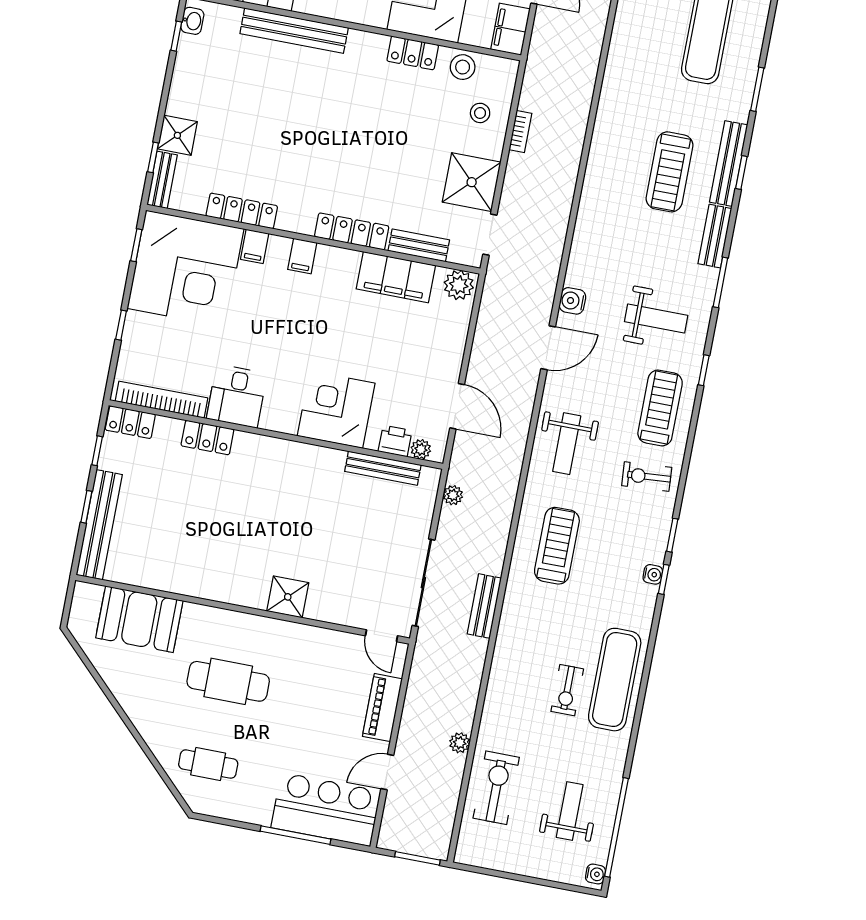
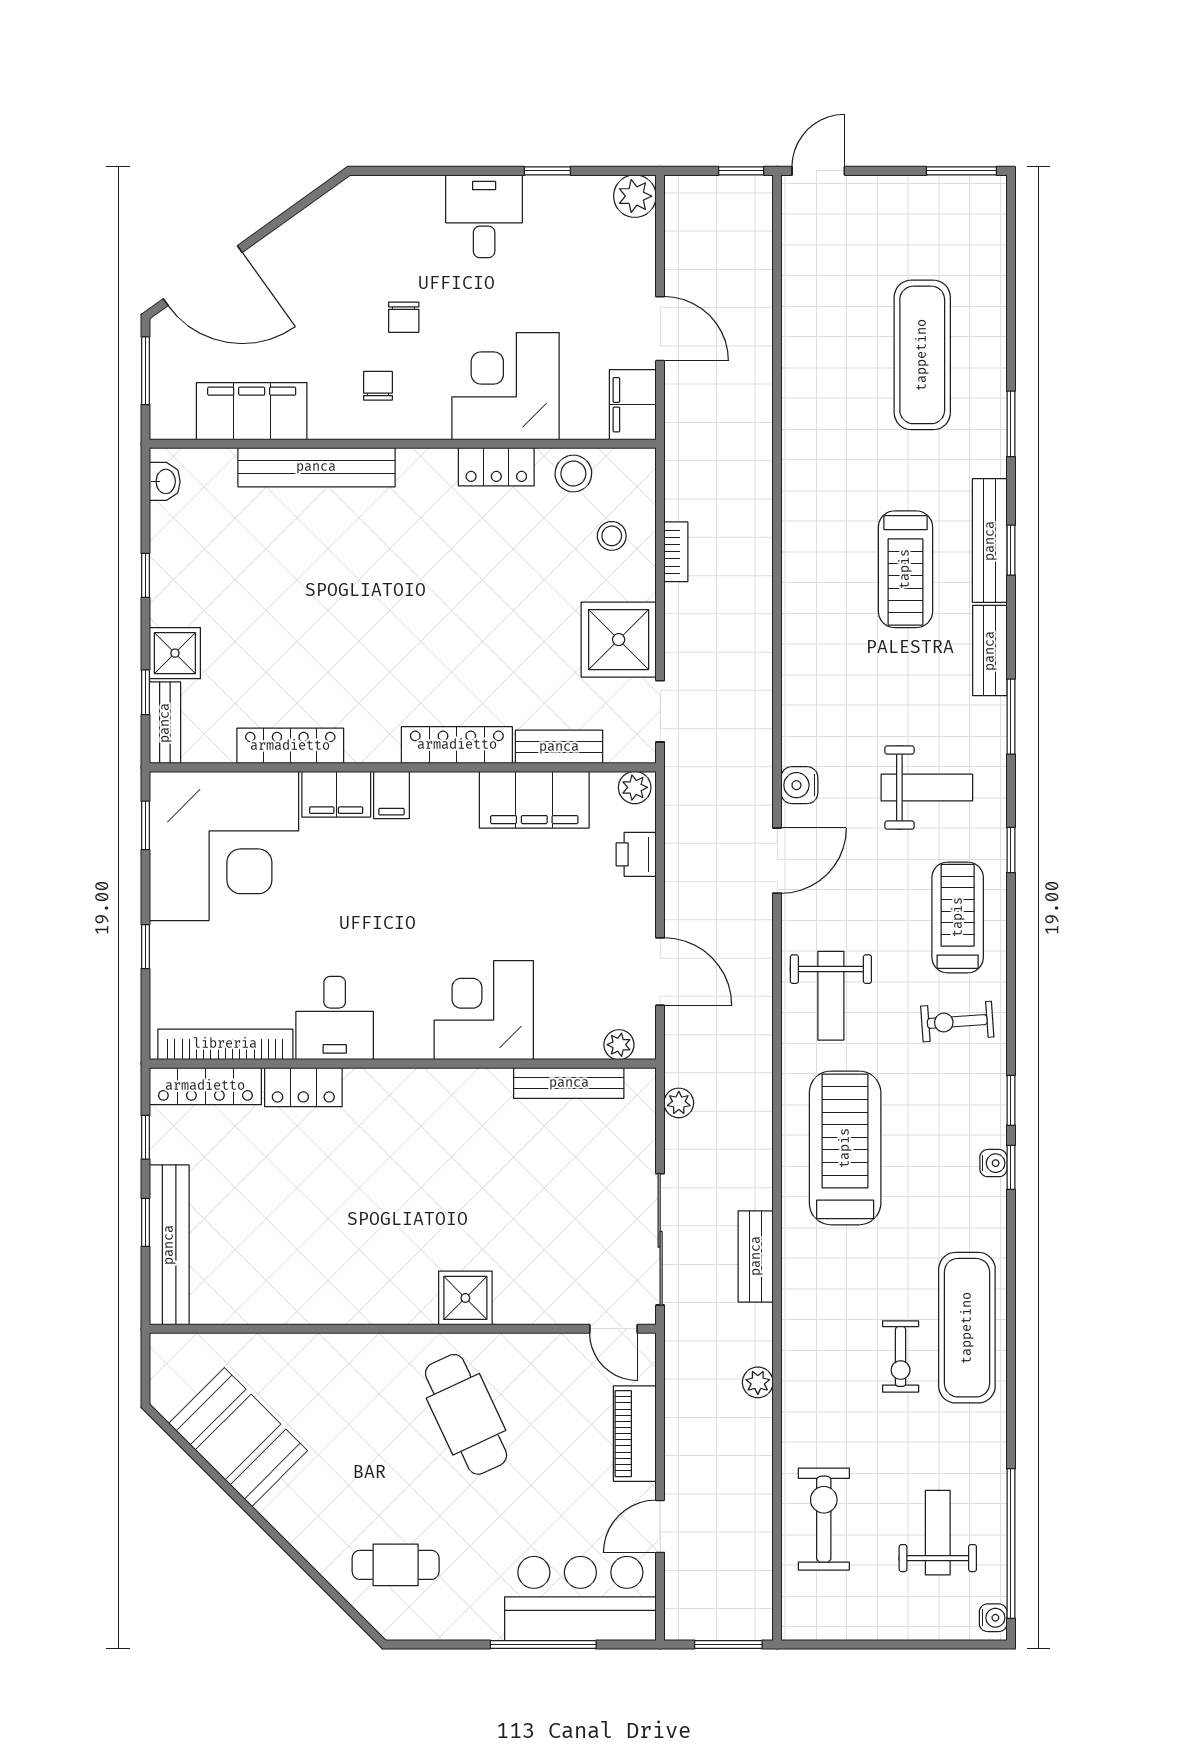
window: (176, 36) -> (145, 575), moved
filing cabinet: (255, 246) -> (336, 794), width x2.00
plant: (459, 285) -> (635, 787), width x0.73, depth x0.73
locker: (130, 422) -> (205, 1086), width x1.53
printer: (395, 441) -> (636, 854), moved, turned -90
treadmill: (557, 546) -> (845, 1148), width x1.37, depth x1.38
booth: (139, 619) -> (238, 1437), moved, turned 45
cafe table: (228, 681) -> (466, 1414), moved, turned 65
plant: (460, 743) -> (758, 1382), moved

